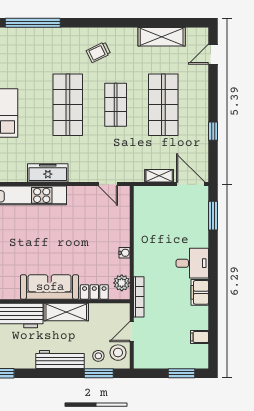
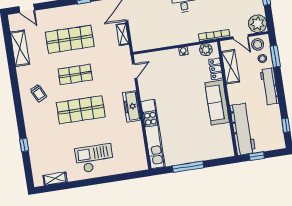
window: (33, 23) -> (24, 145), width x0.32
freezer: (48, 173) -> (132, 106), moved
shelving: (66, 312) -> (230, 67), moved
plant: (145, 357) -> (258, 24), added

